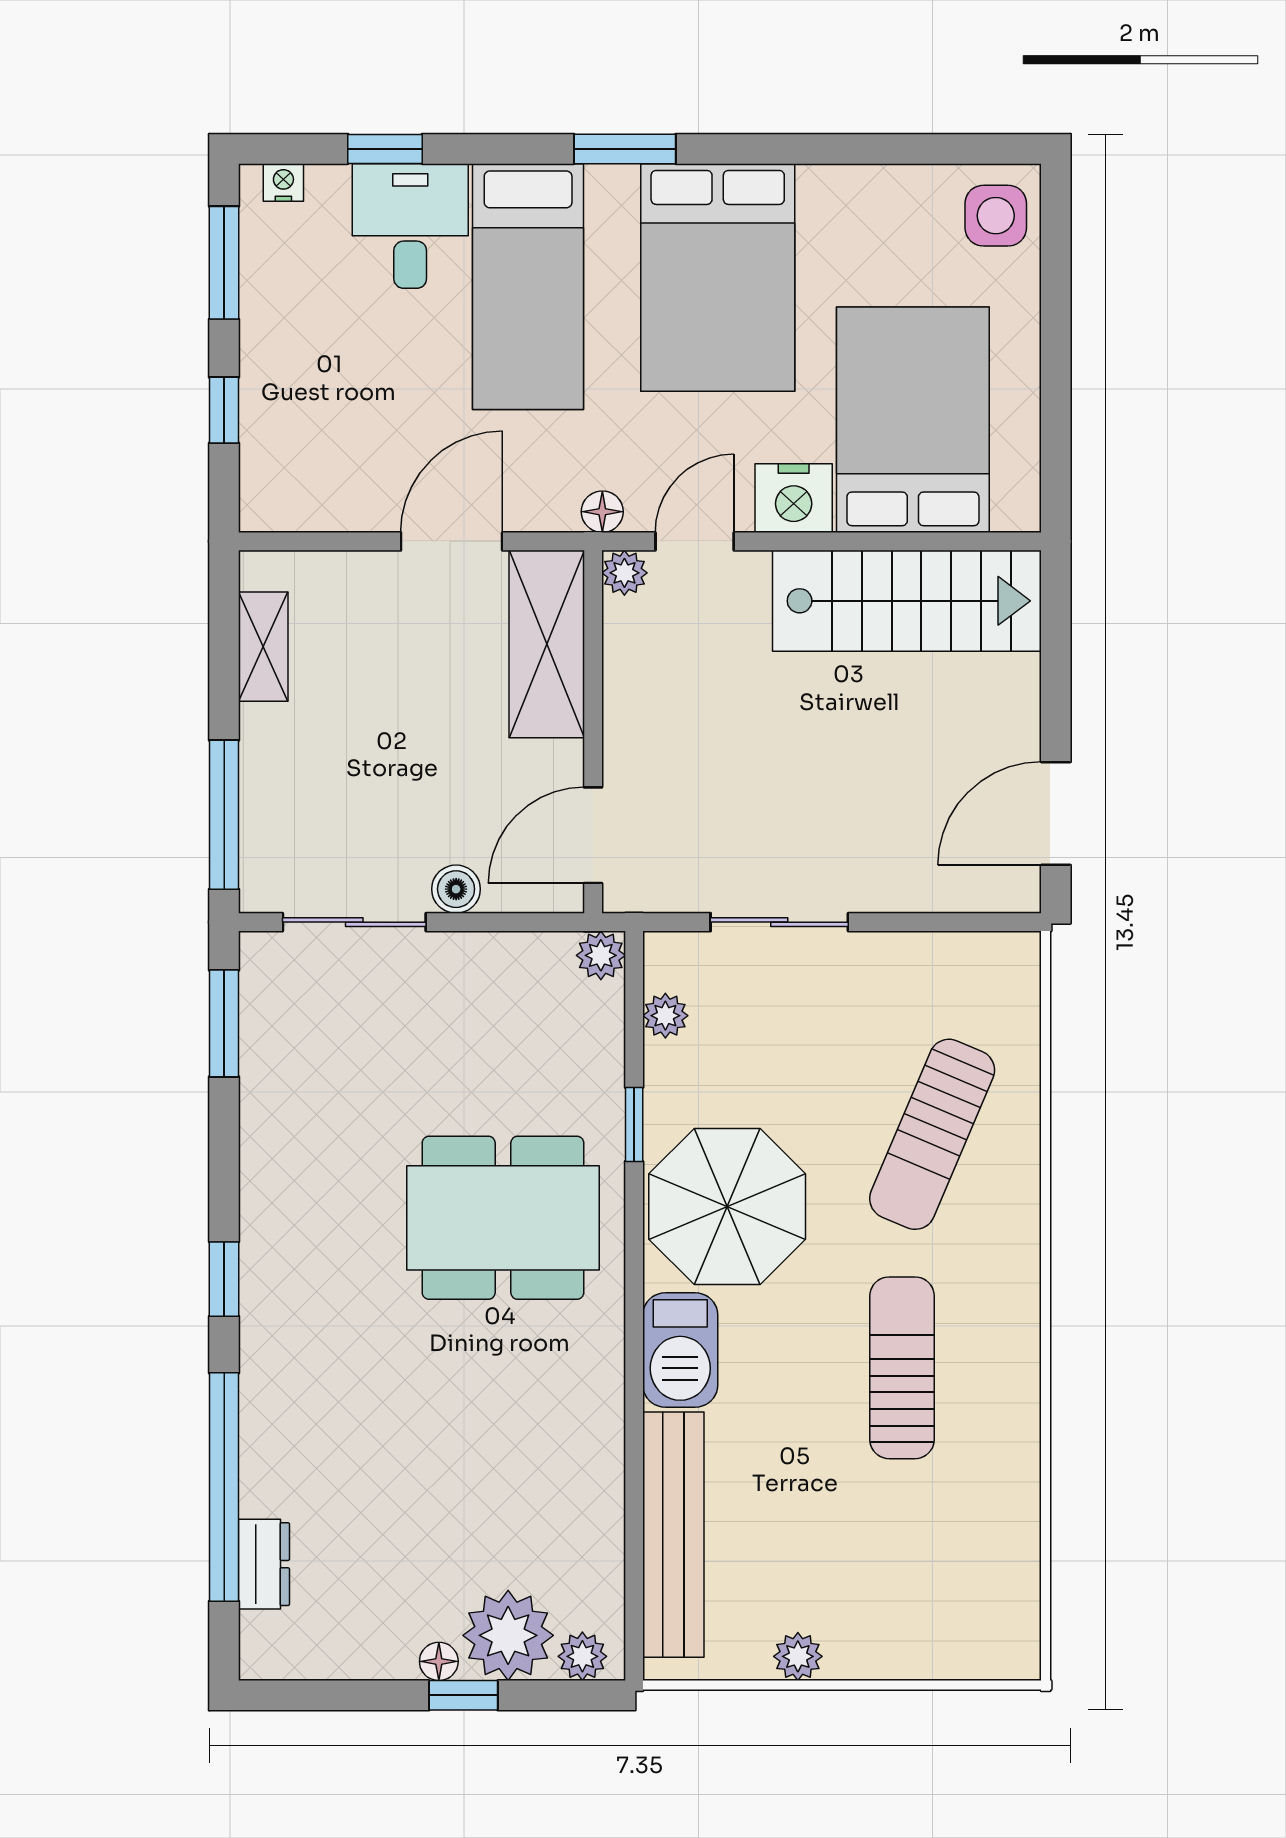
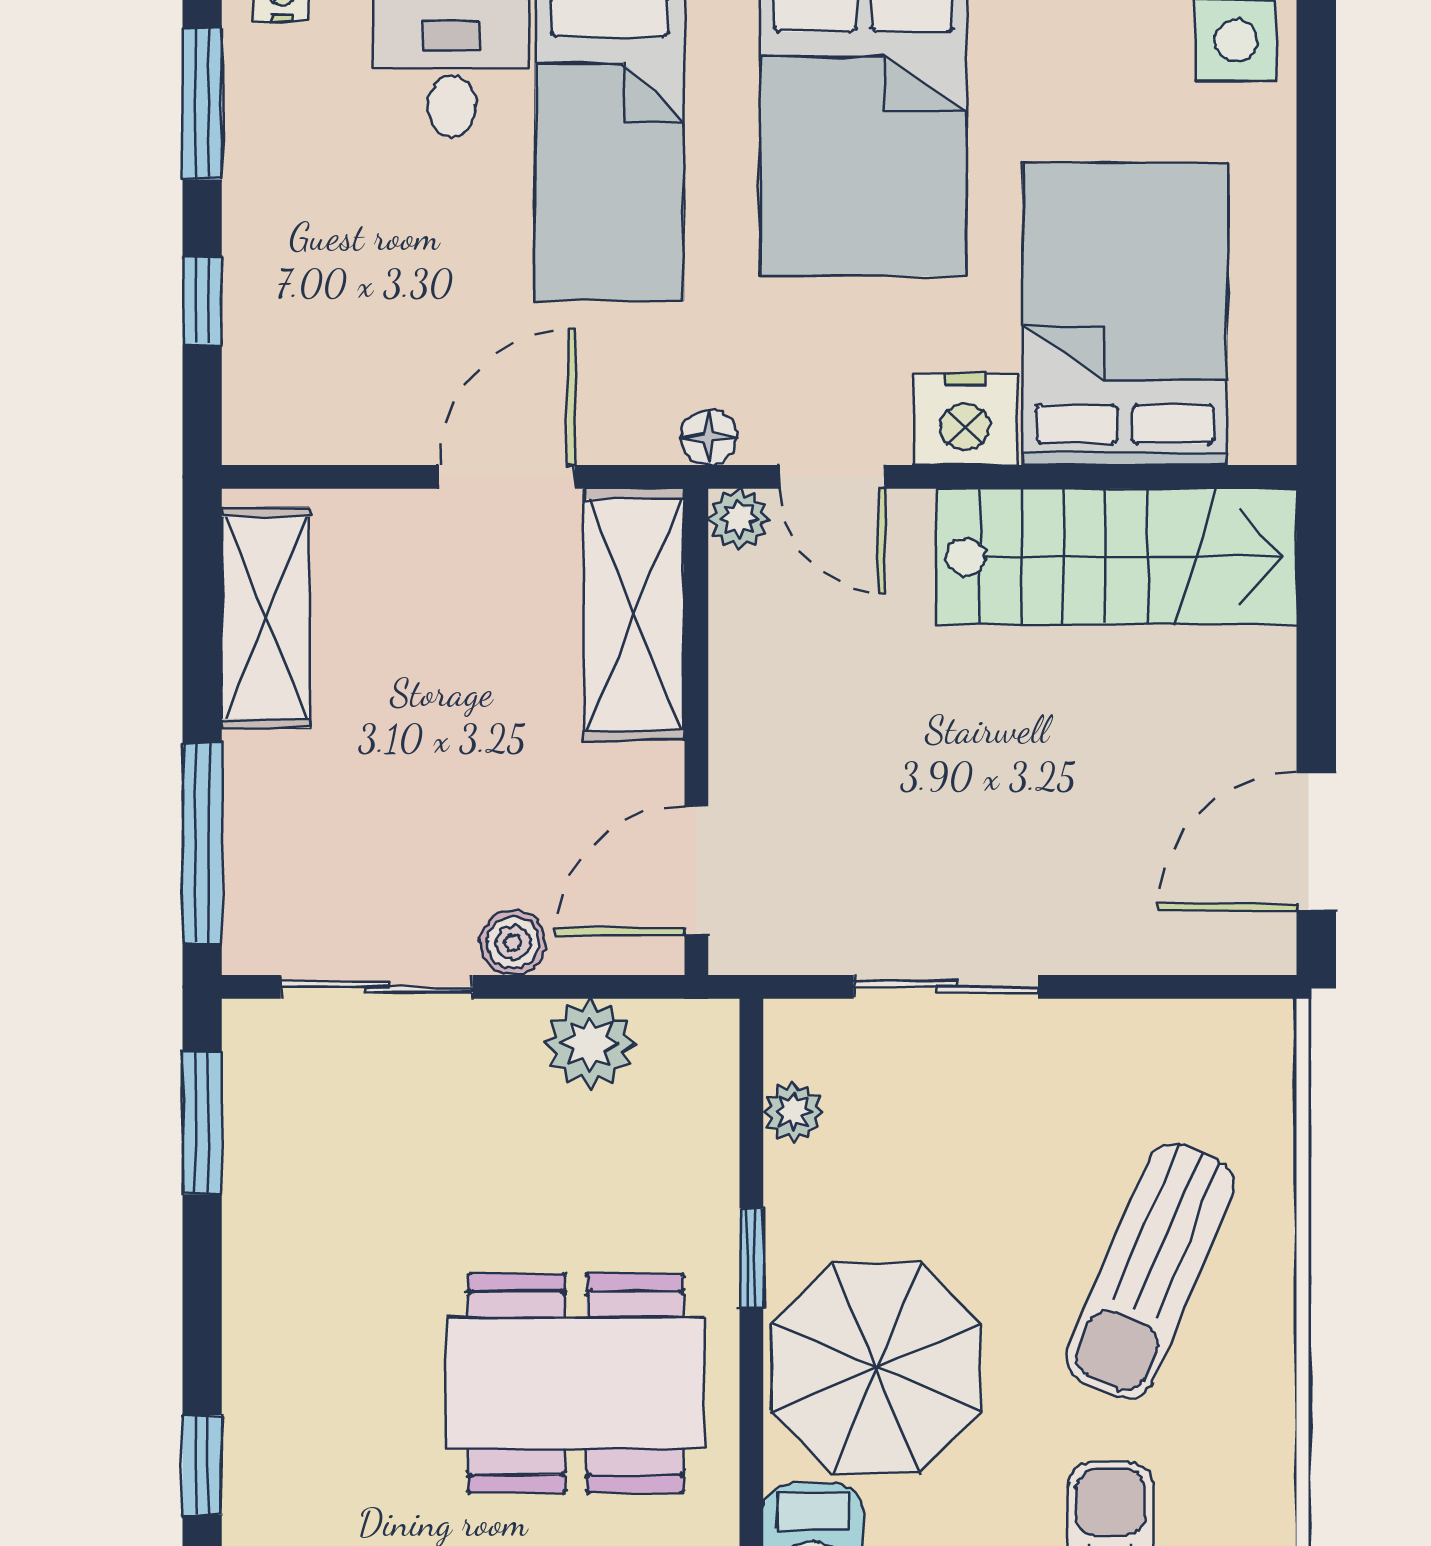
door: (695, 541) -> (832, 477), swing flipped
shelving: (263, 647) -> (266, 618), width x1.50, depth x1.33
plant: (601, 955) -> (589, 1044), moved, width x1.38, depth x1.38

